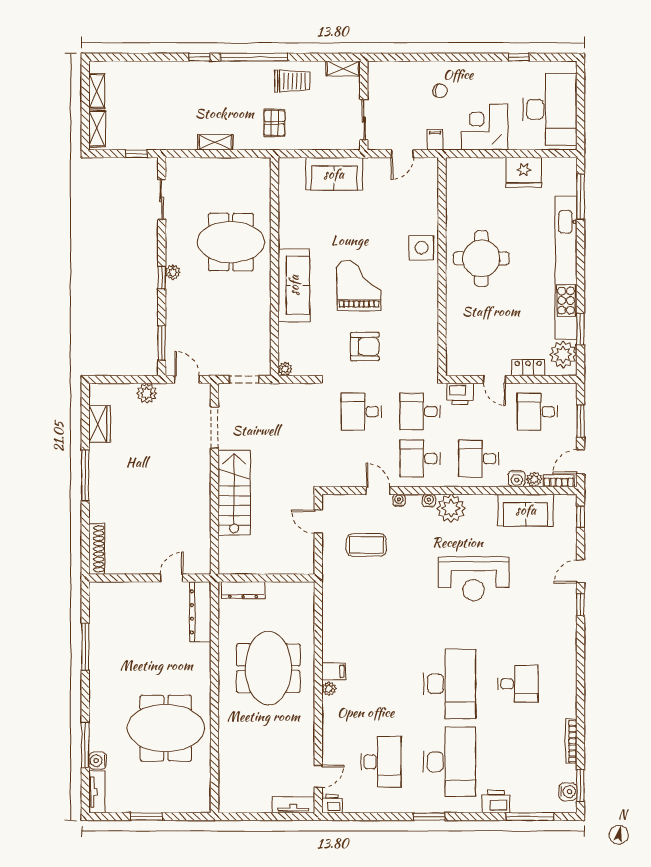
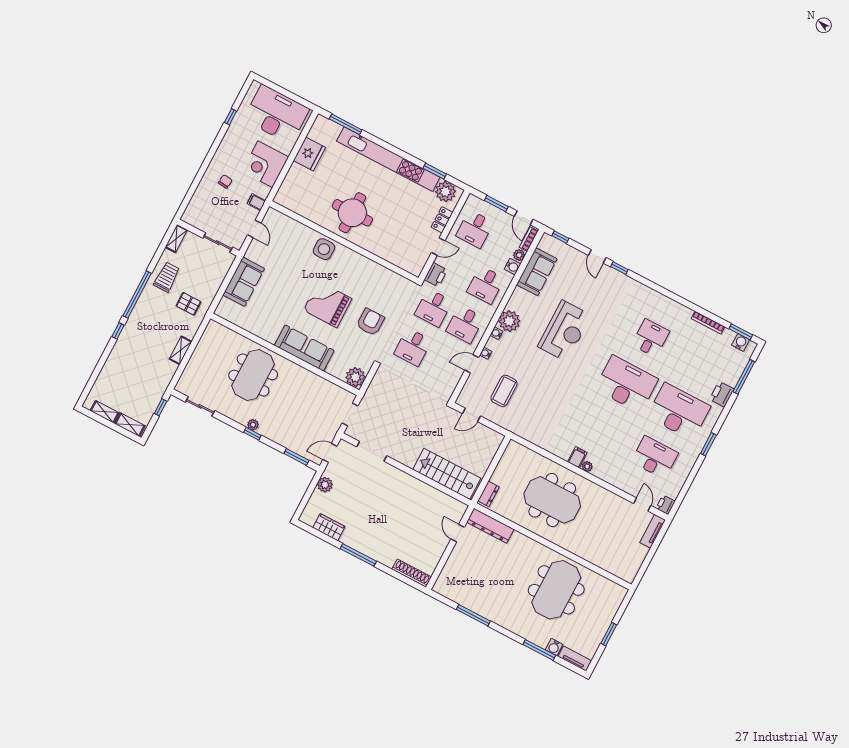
plant: (285, 369) -> (355, 377), width x1.88, depth x1.88
stairs: (234, 493) -> (447, 474), moved
dresser: (243, 590) -> (489, 494), width x0.70

